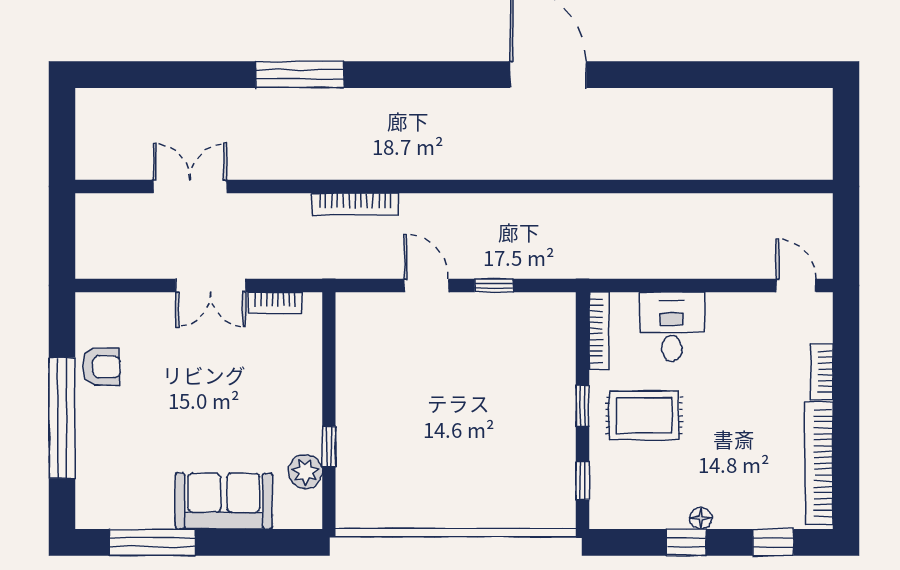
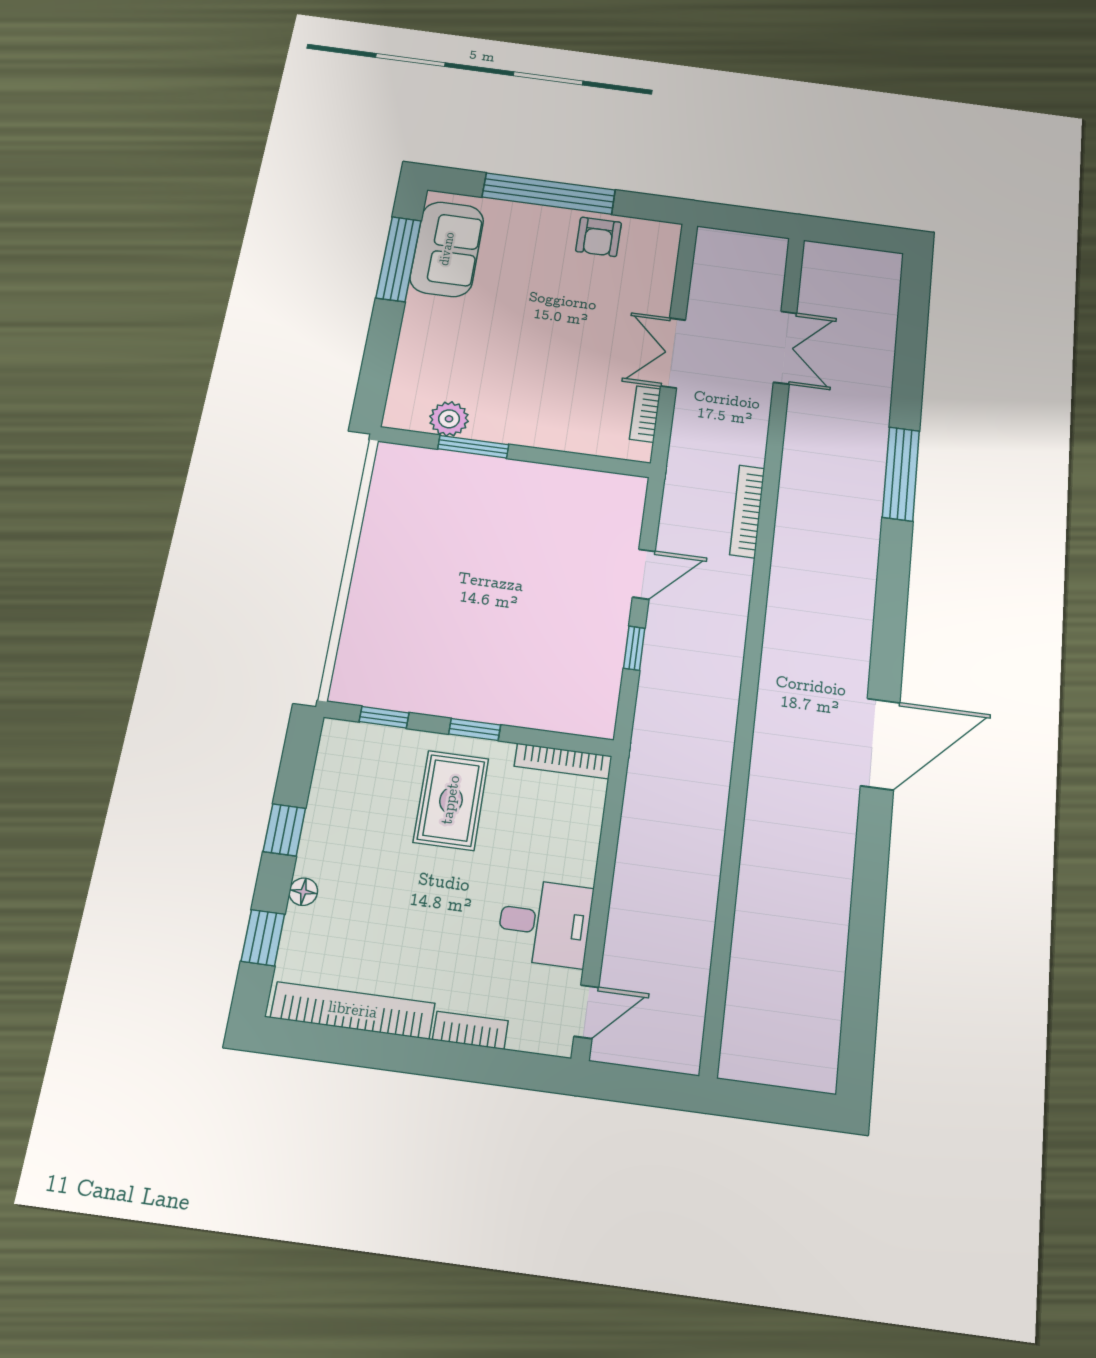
desk: (672, 327) -> (545, 923), moved
window: (329, 447) -> (473, 447), width x1.50
sofa: (224, 501) -> (447, 249), moved
floor lamp: (701, 518) -> (303, 892), moved

